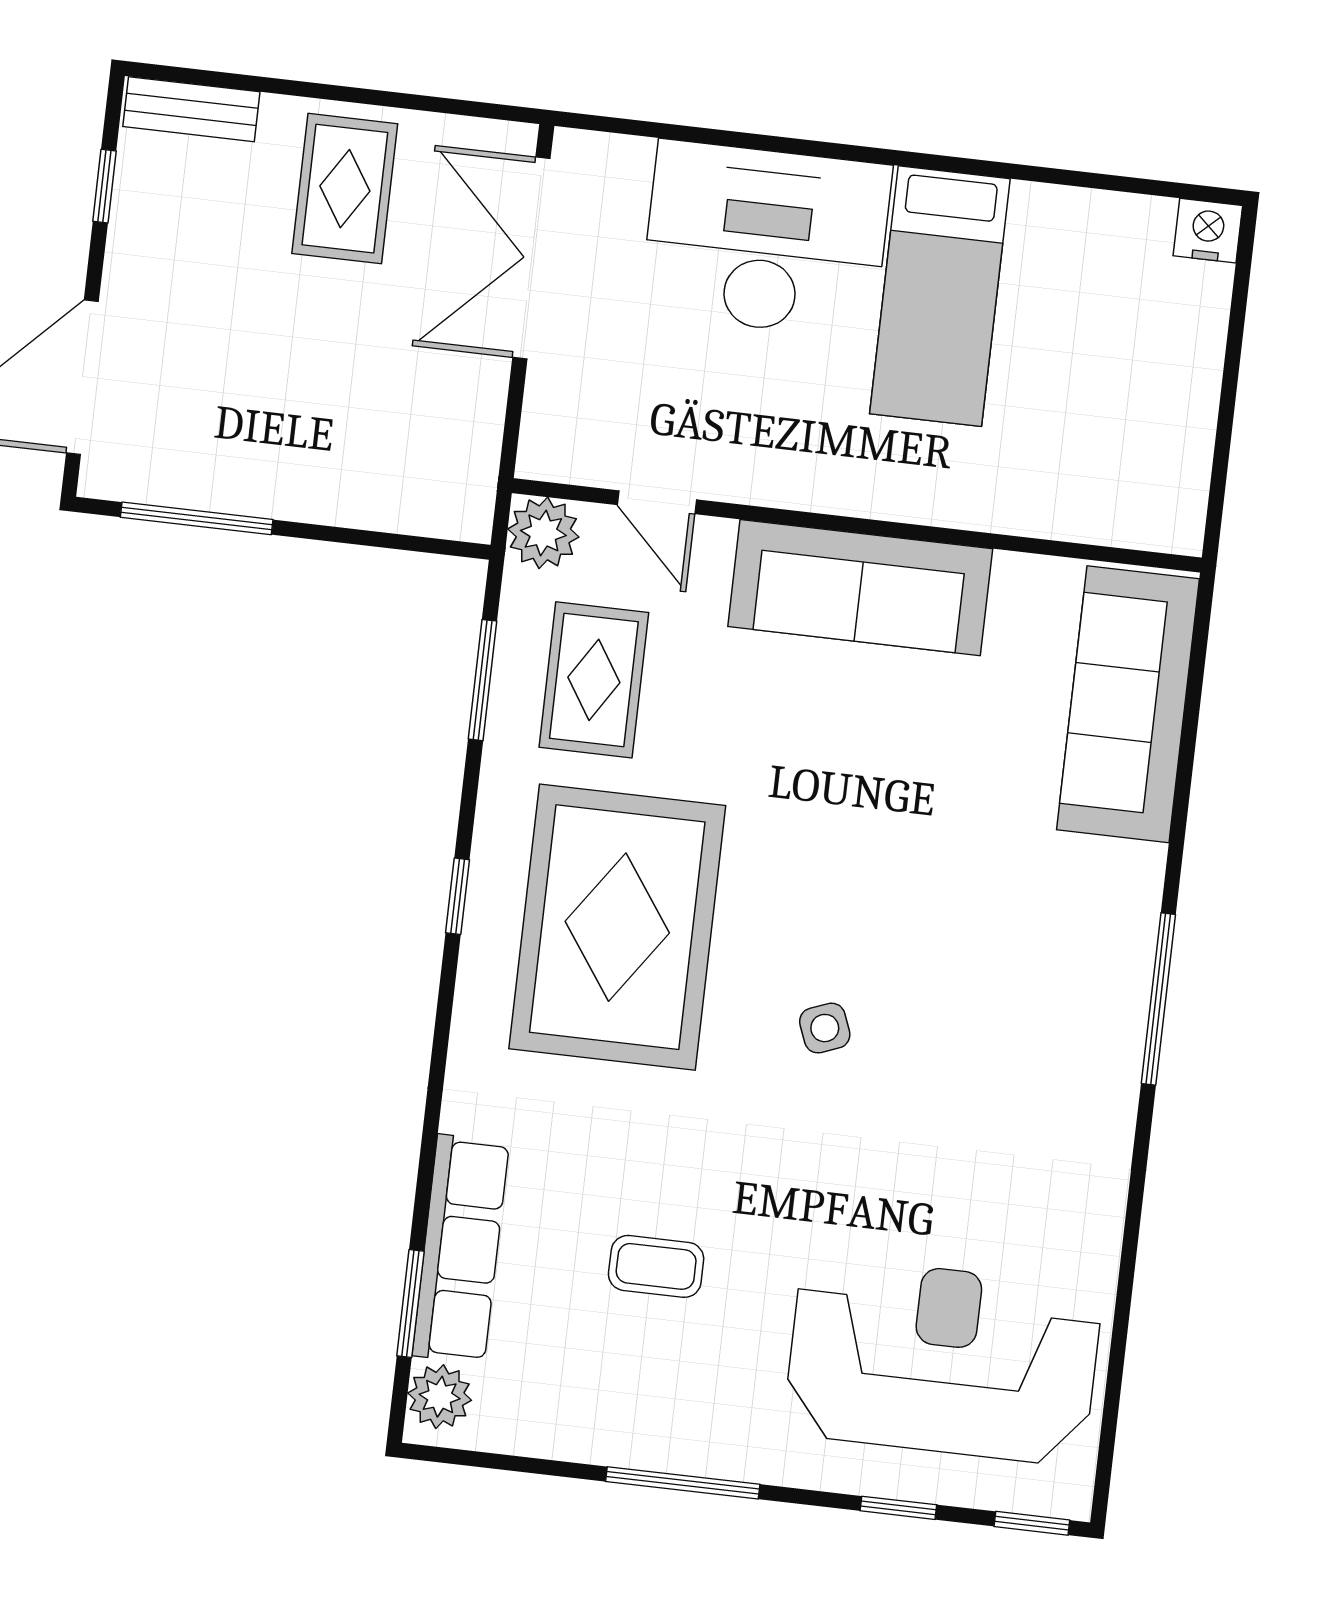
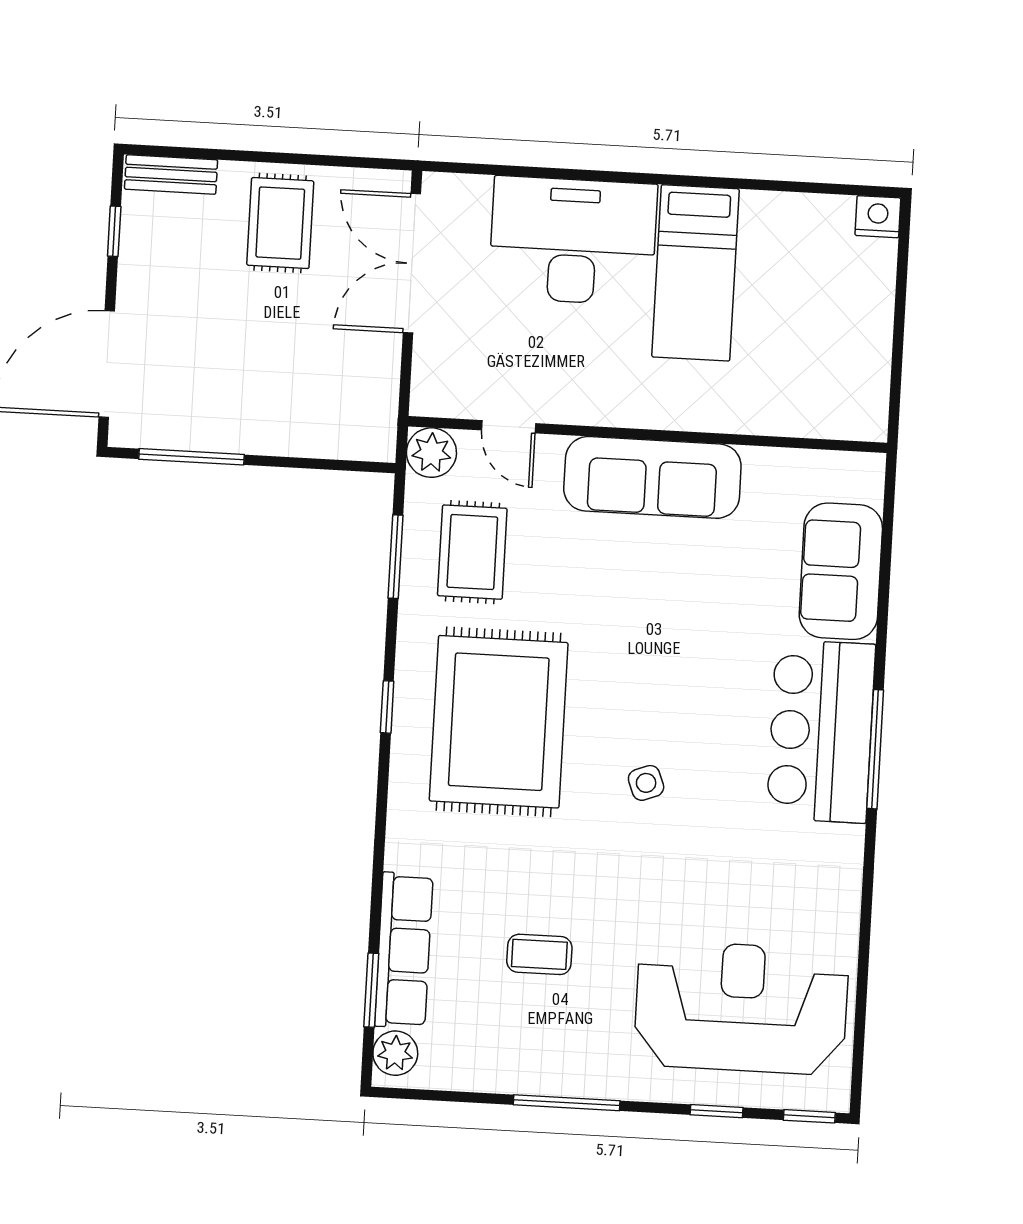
sofa: (1128, 704) -> (841, 571), width x0.73
bar counter: (1082, 968) -> (821, 731), added

